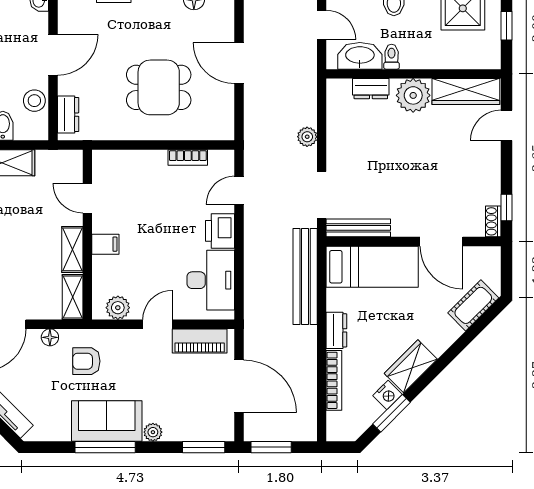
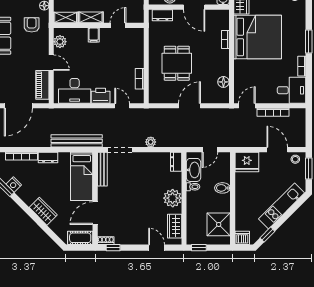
window: (506, 26) -> (199, 248), moved
dresser: (371, 89) -> (176, 162), moved
wardrobe: (466, 92) -> (175, 226), width x0.67
cot: (473, 305) -> (80, 238), moved, turned -45
wardrobe: (411, 366) -> (43, 211), moved

